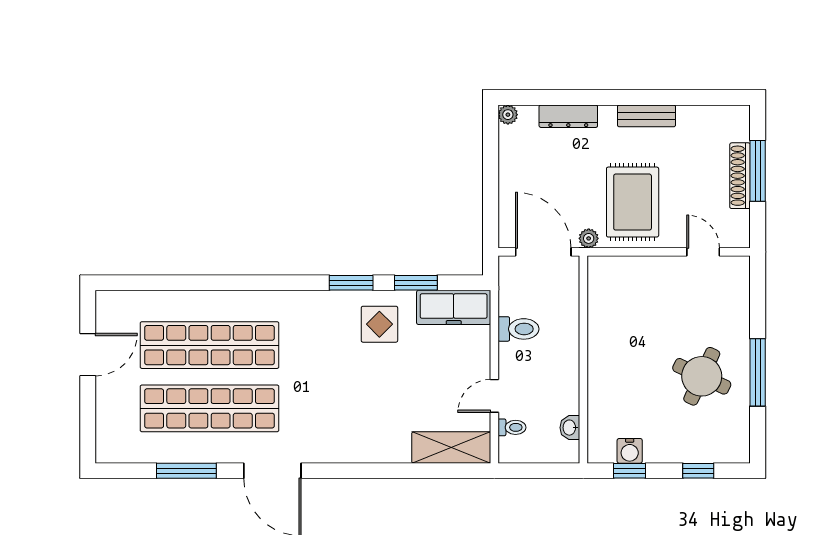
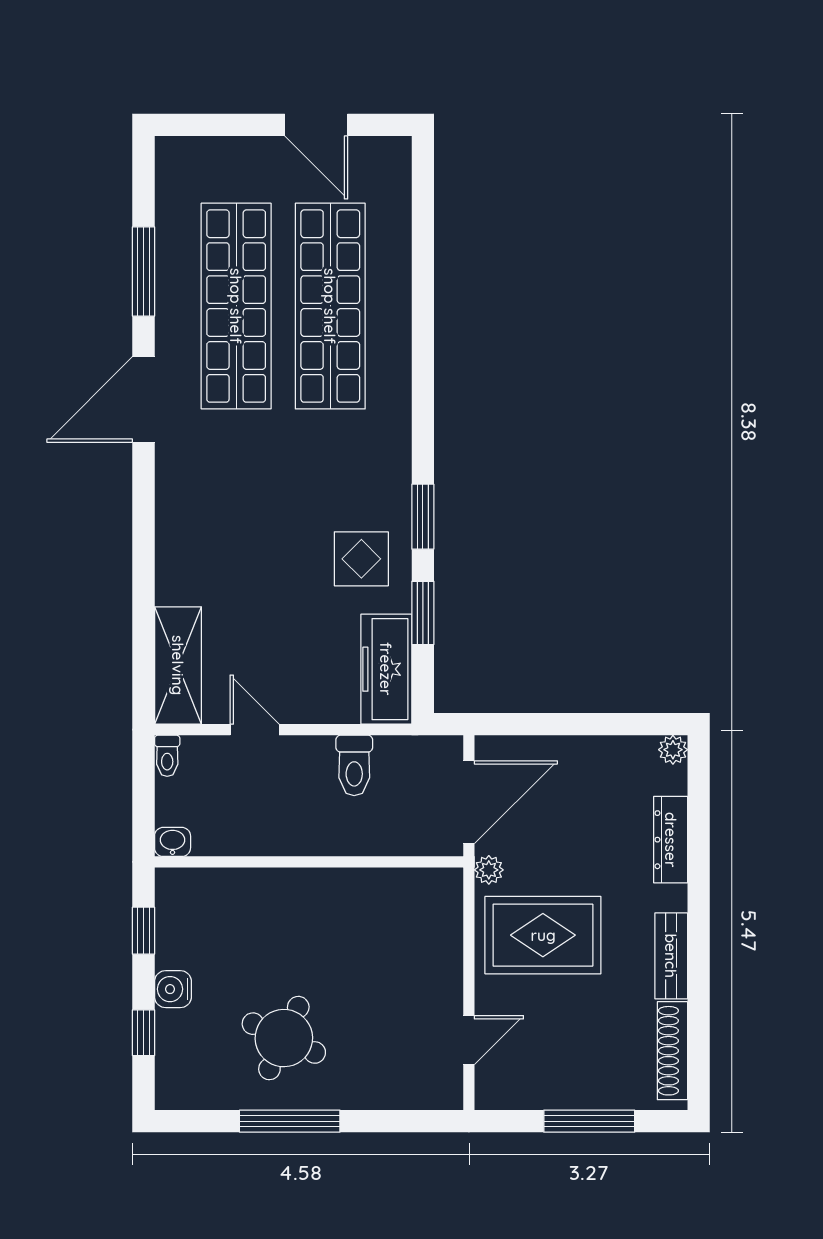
shoe rack: (740, 176) -> (672, 1051), moved, turned -90
toilet: (512, 427) -> (167, 756), moved
washbasin: (570, 428) -> (173, 842), moved
water cooler: (630, 451) -> (173, 989), moved

